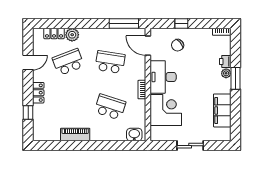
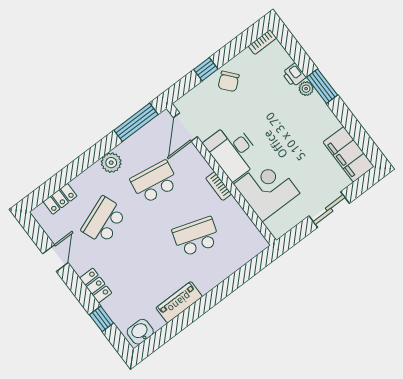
plant: (72, 35) -> (111, 163), moved
chair: (178, 45) -> (229, 81), moved
door: (148, 46) -> (185, 127), hinge flipped
filing cabinet: (222, 110) -> (349, 154), moved
washbasin: (134, 135) -> (140, 332), moved

